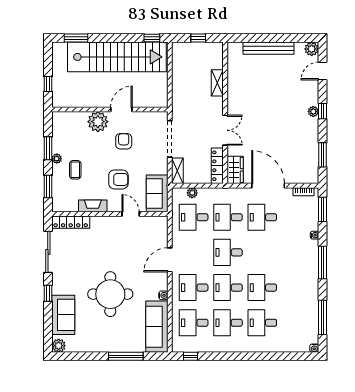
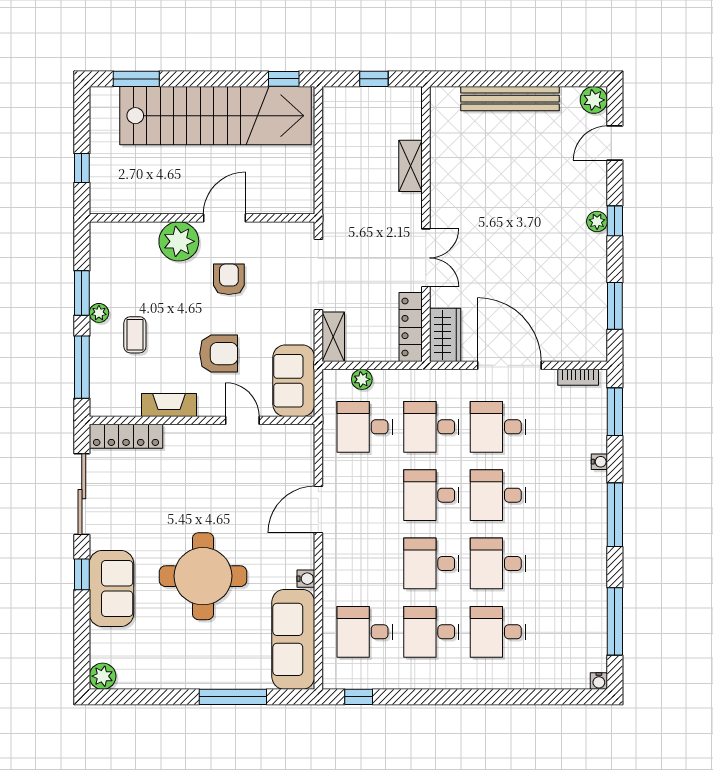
window: (48, 186) -> (82, 367), width x1.44
desk: (194, 288) -> (498, 495), moved
sofa: (63, 315) -> (111, 589), moved

